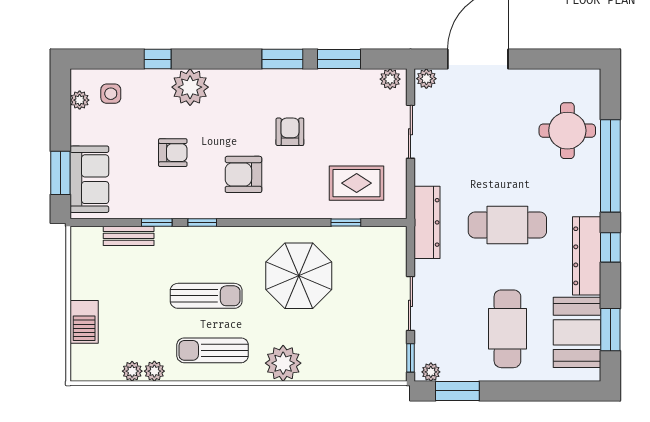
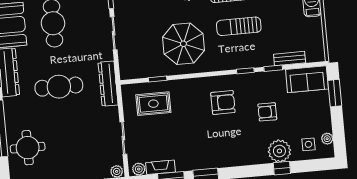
fireplace: (354, 79) -> (161, 167), added
plant: (190, 87) -> (279, 151), moved
armchair: (290, 132) -> (197, 131), removed
sofa: (89, 179) -> (307, 79), moved, turned -90

